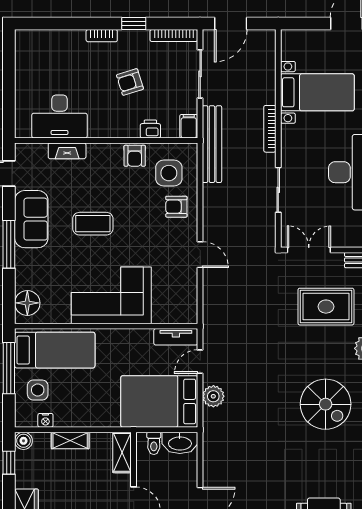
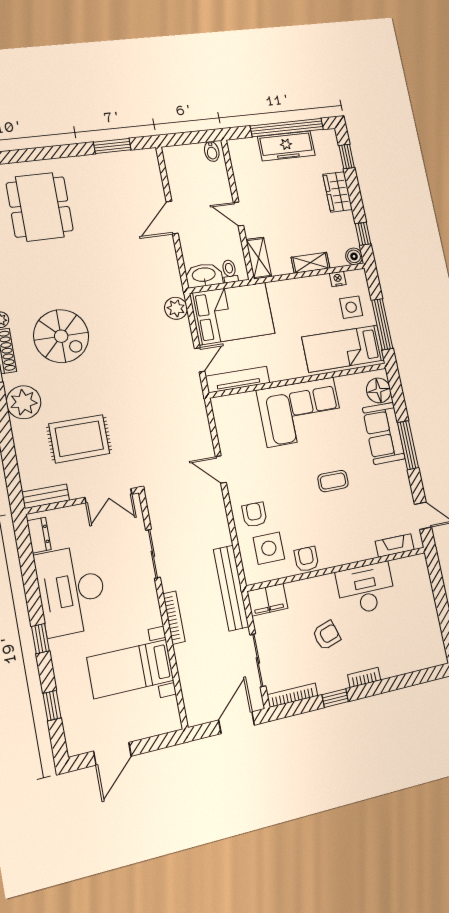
desk: (60, 116) -> (366, 589), moved
filing cabinet: (189, 126) -> (267, 600), width x2.00
printer: (150, 129) -> (296, 590), removed
fireplace: (67, 151) -> (395, 545), moved
armchair: (176, 207) -> (254, 515), turned -90
sofa: (31, 219) -> (384, 433), moved
coffee table: (93, 224) -> (333, 481), width x0.73, depth x0.77
tv unit: (176, 337) -> (238, 379), width x1.41
plant: (213, 396) -> (176, 308), moved
spiral stairs: (326, 404) -> (61, 336), turned 180

